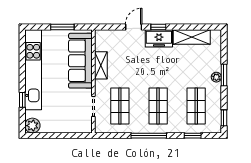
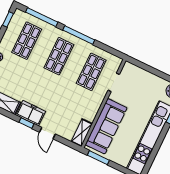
window: (62, 27) -> (98, 158), moved
door: (134, 27) -> (47, 133), hinge flipped
shelving: (101, 65) -> (82, 133), moved
window: (193, 136) -> (42, 17), width x2.17

